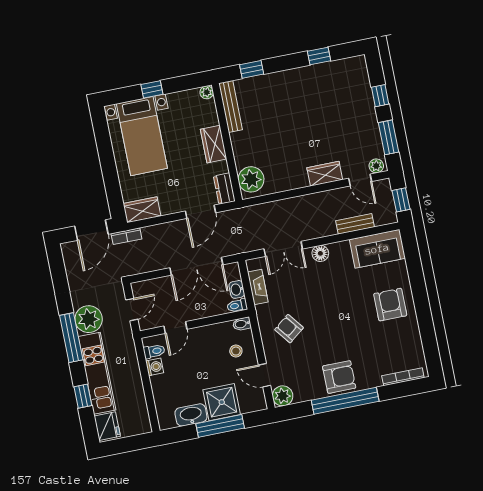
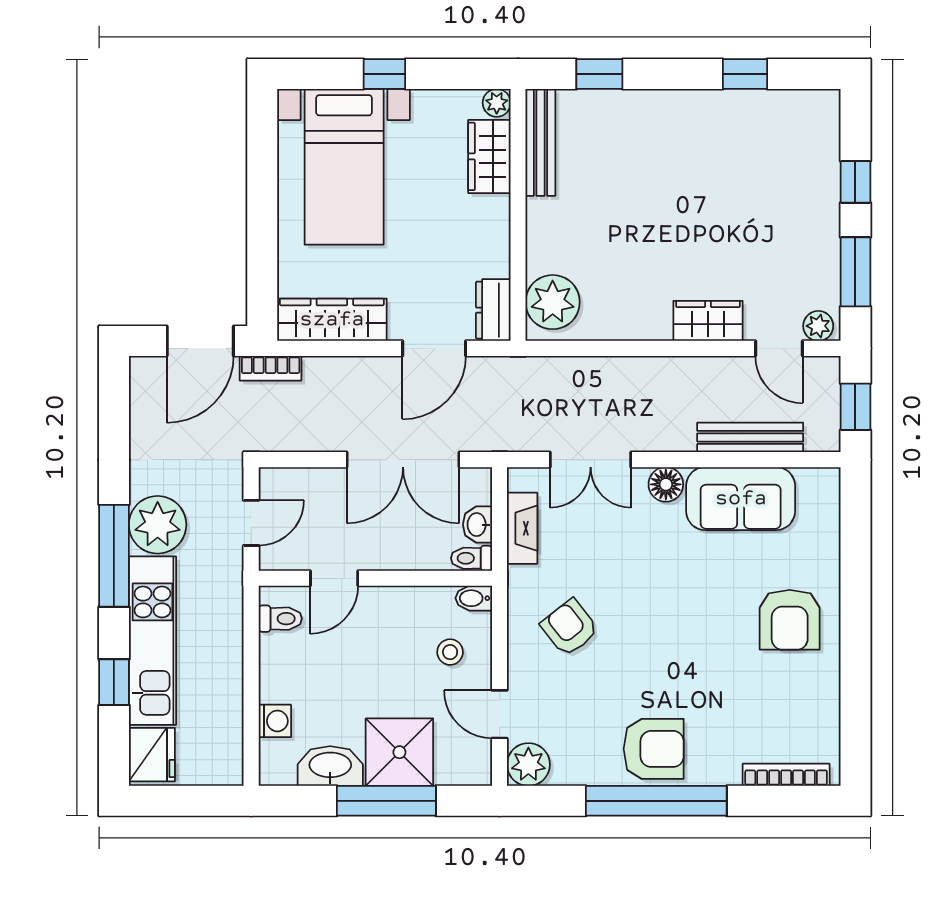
wardrobe: (214, 144) -> (489, 156), moved
wardrobe: (142, 210) -> (332, 320), width x1.50
bench: (355, 224) -> (750, 437), width x1.36
sofa: (377, 249) -> (741, 499), moved
armchair: (390, 305) -> (790, 620), turned 180
washing machine: (155, 367) -> (275, 721), moved

